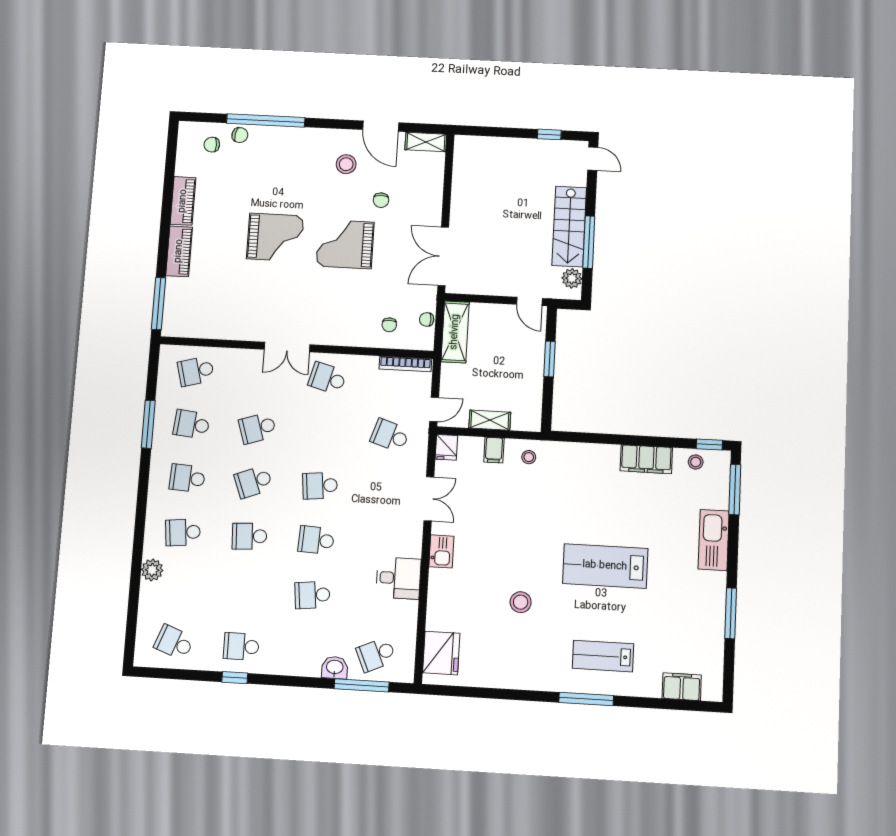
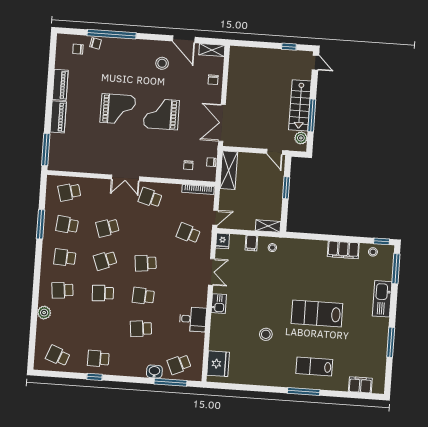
chair: (381, 200) -> (213, 80), moved
shelving: (490, 420) -> (268, 226), moved

